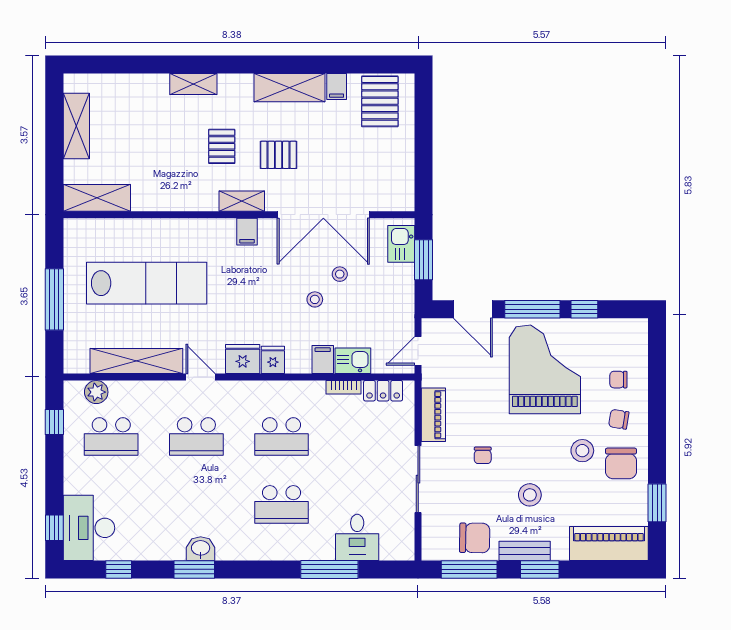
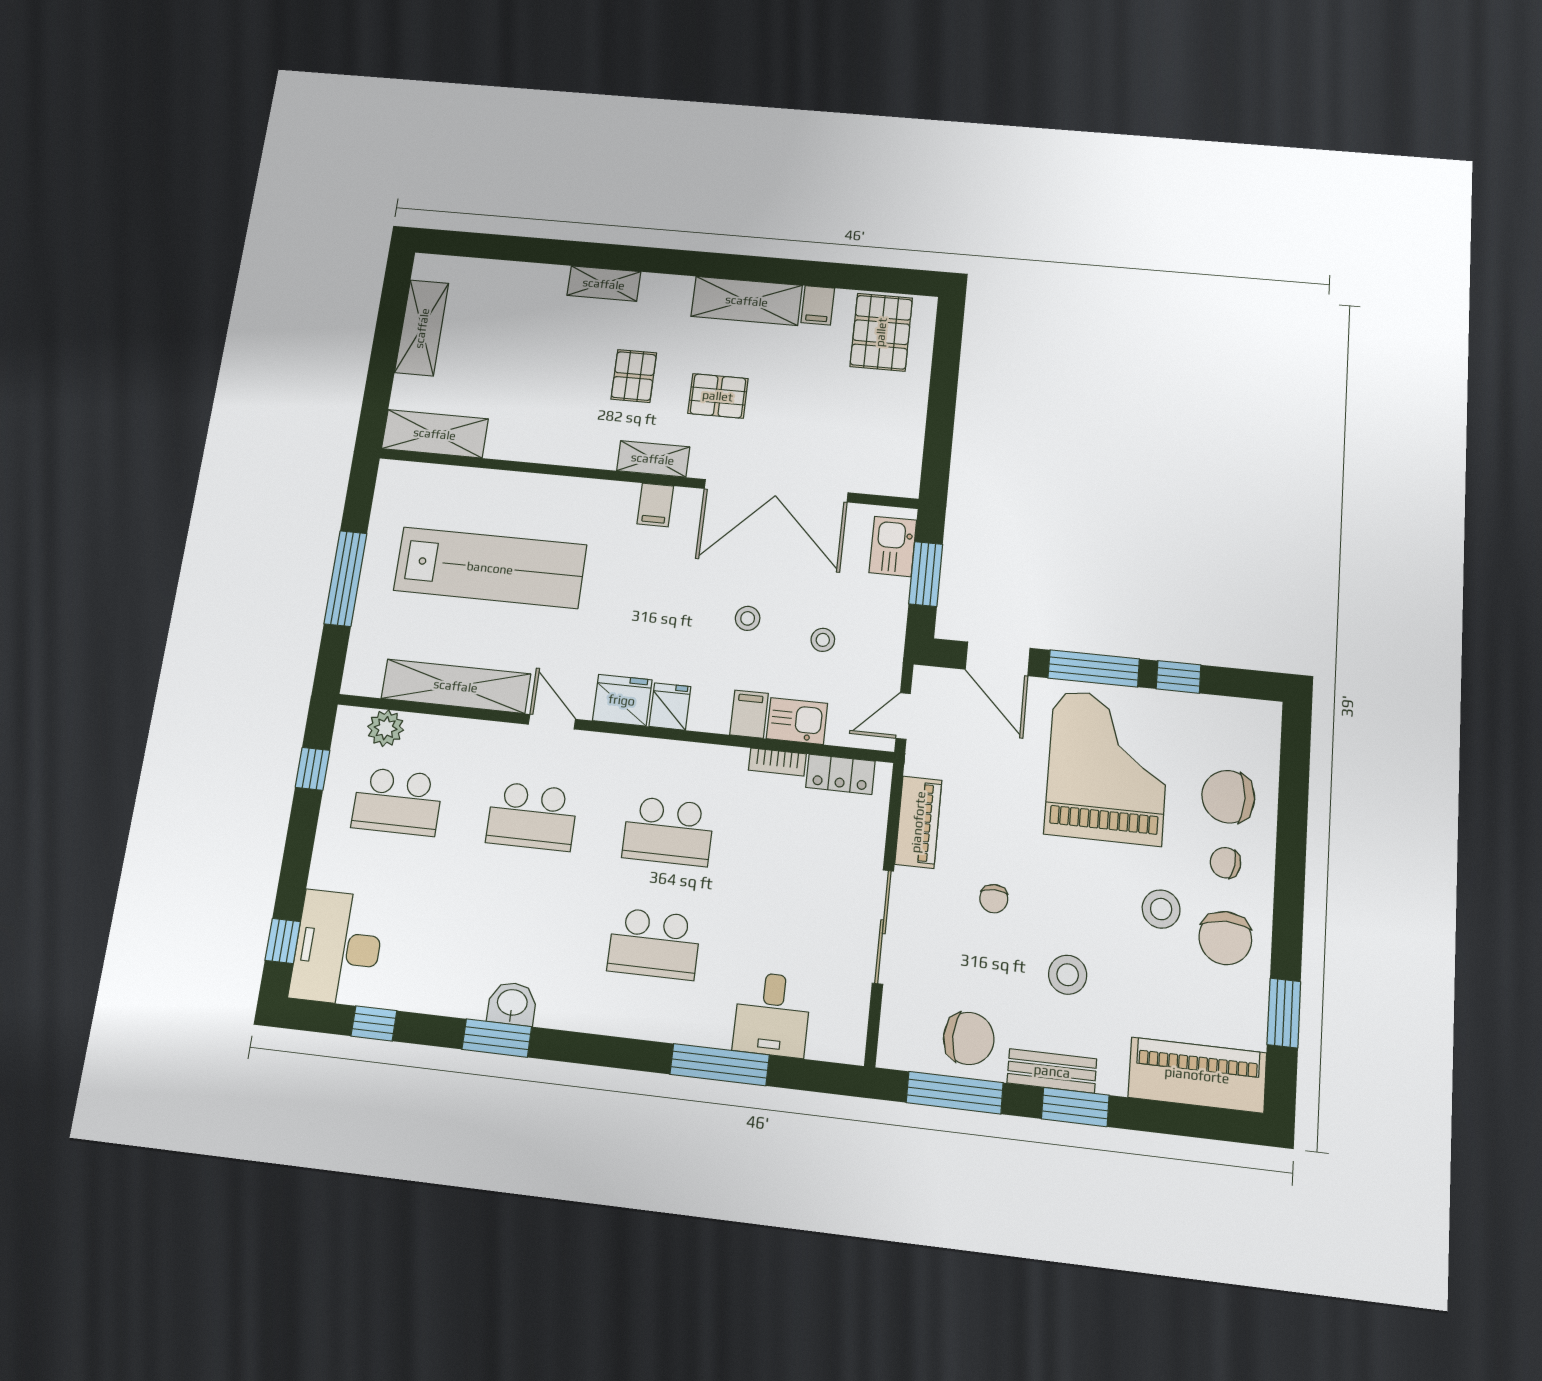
stool: (340, 274) -> (823, 640), moved
chair: (618, 380) -> (1228, 797), width x1.87, depth x1.87

